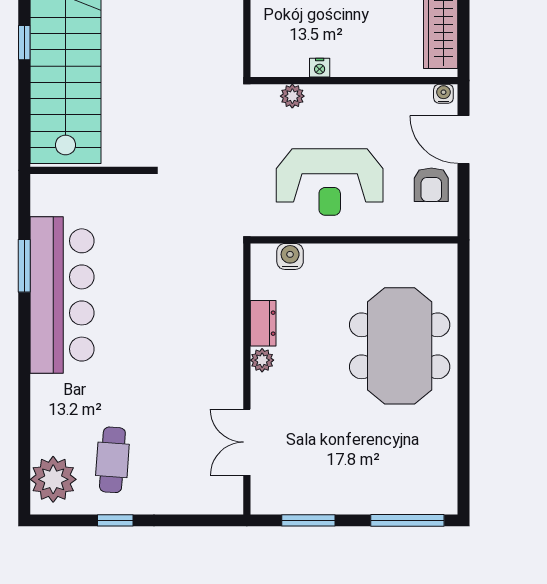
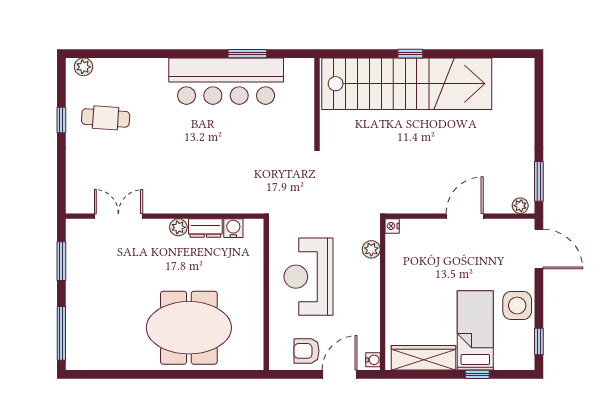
nightstand: (320, 68) -> (392, 226), moved
water cooler: (290, 256) -> (233, 228), moved, turned -90
plant: (53, 479) -> (83, 67), width x0.53, depth x0.53

